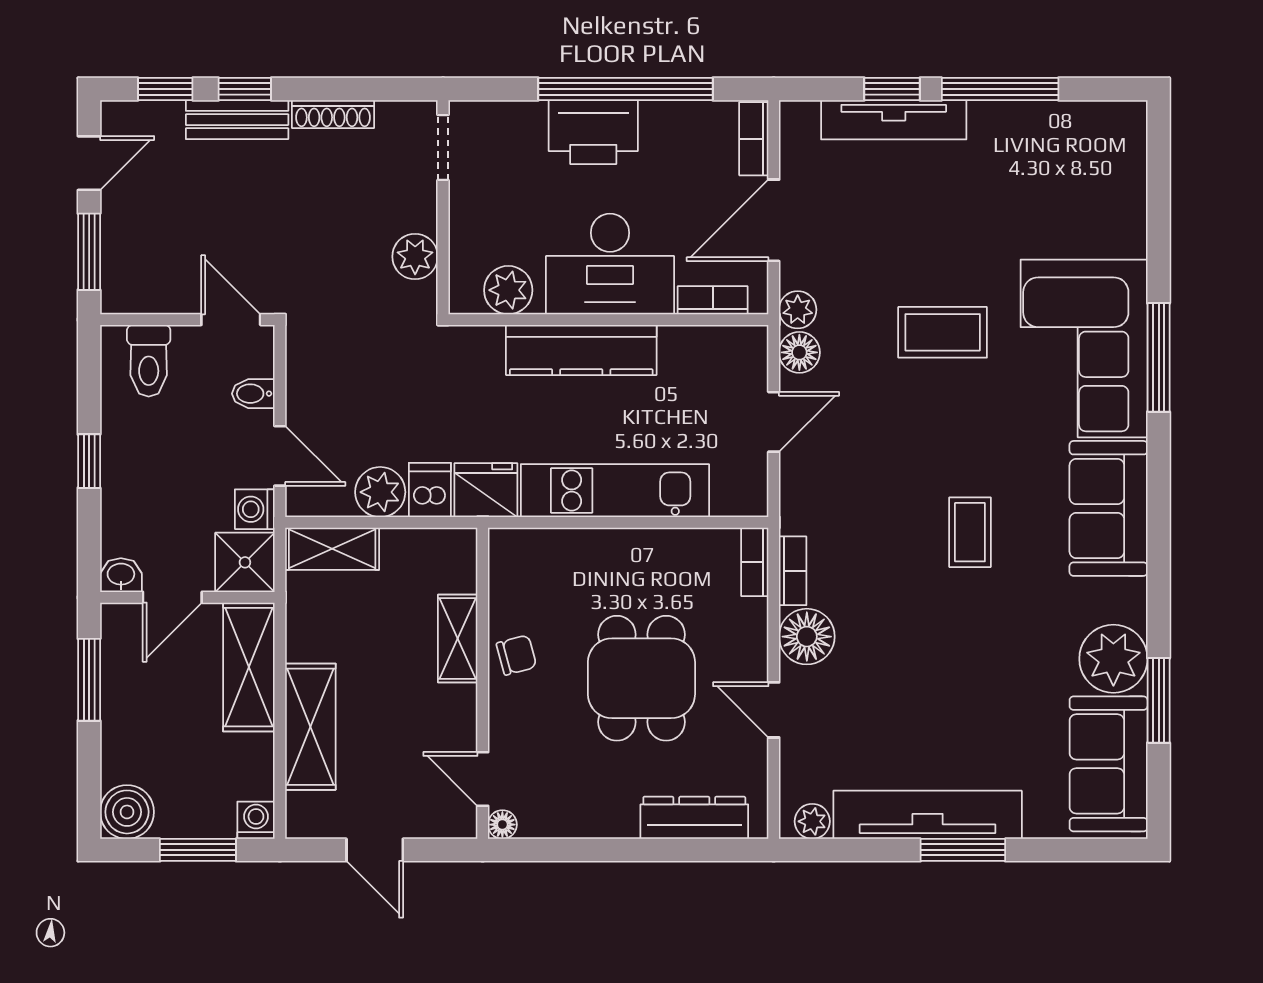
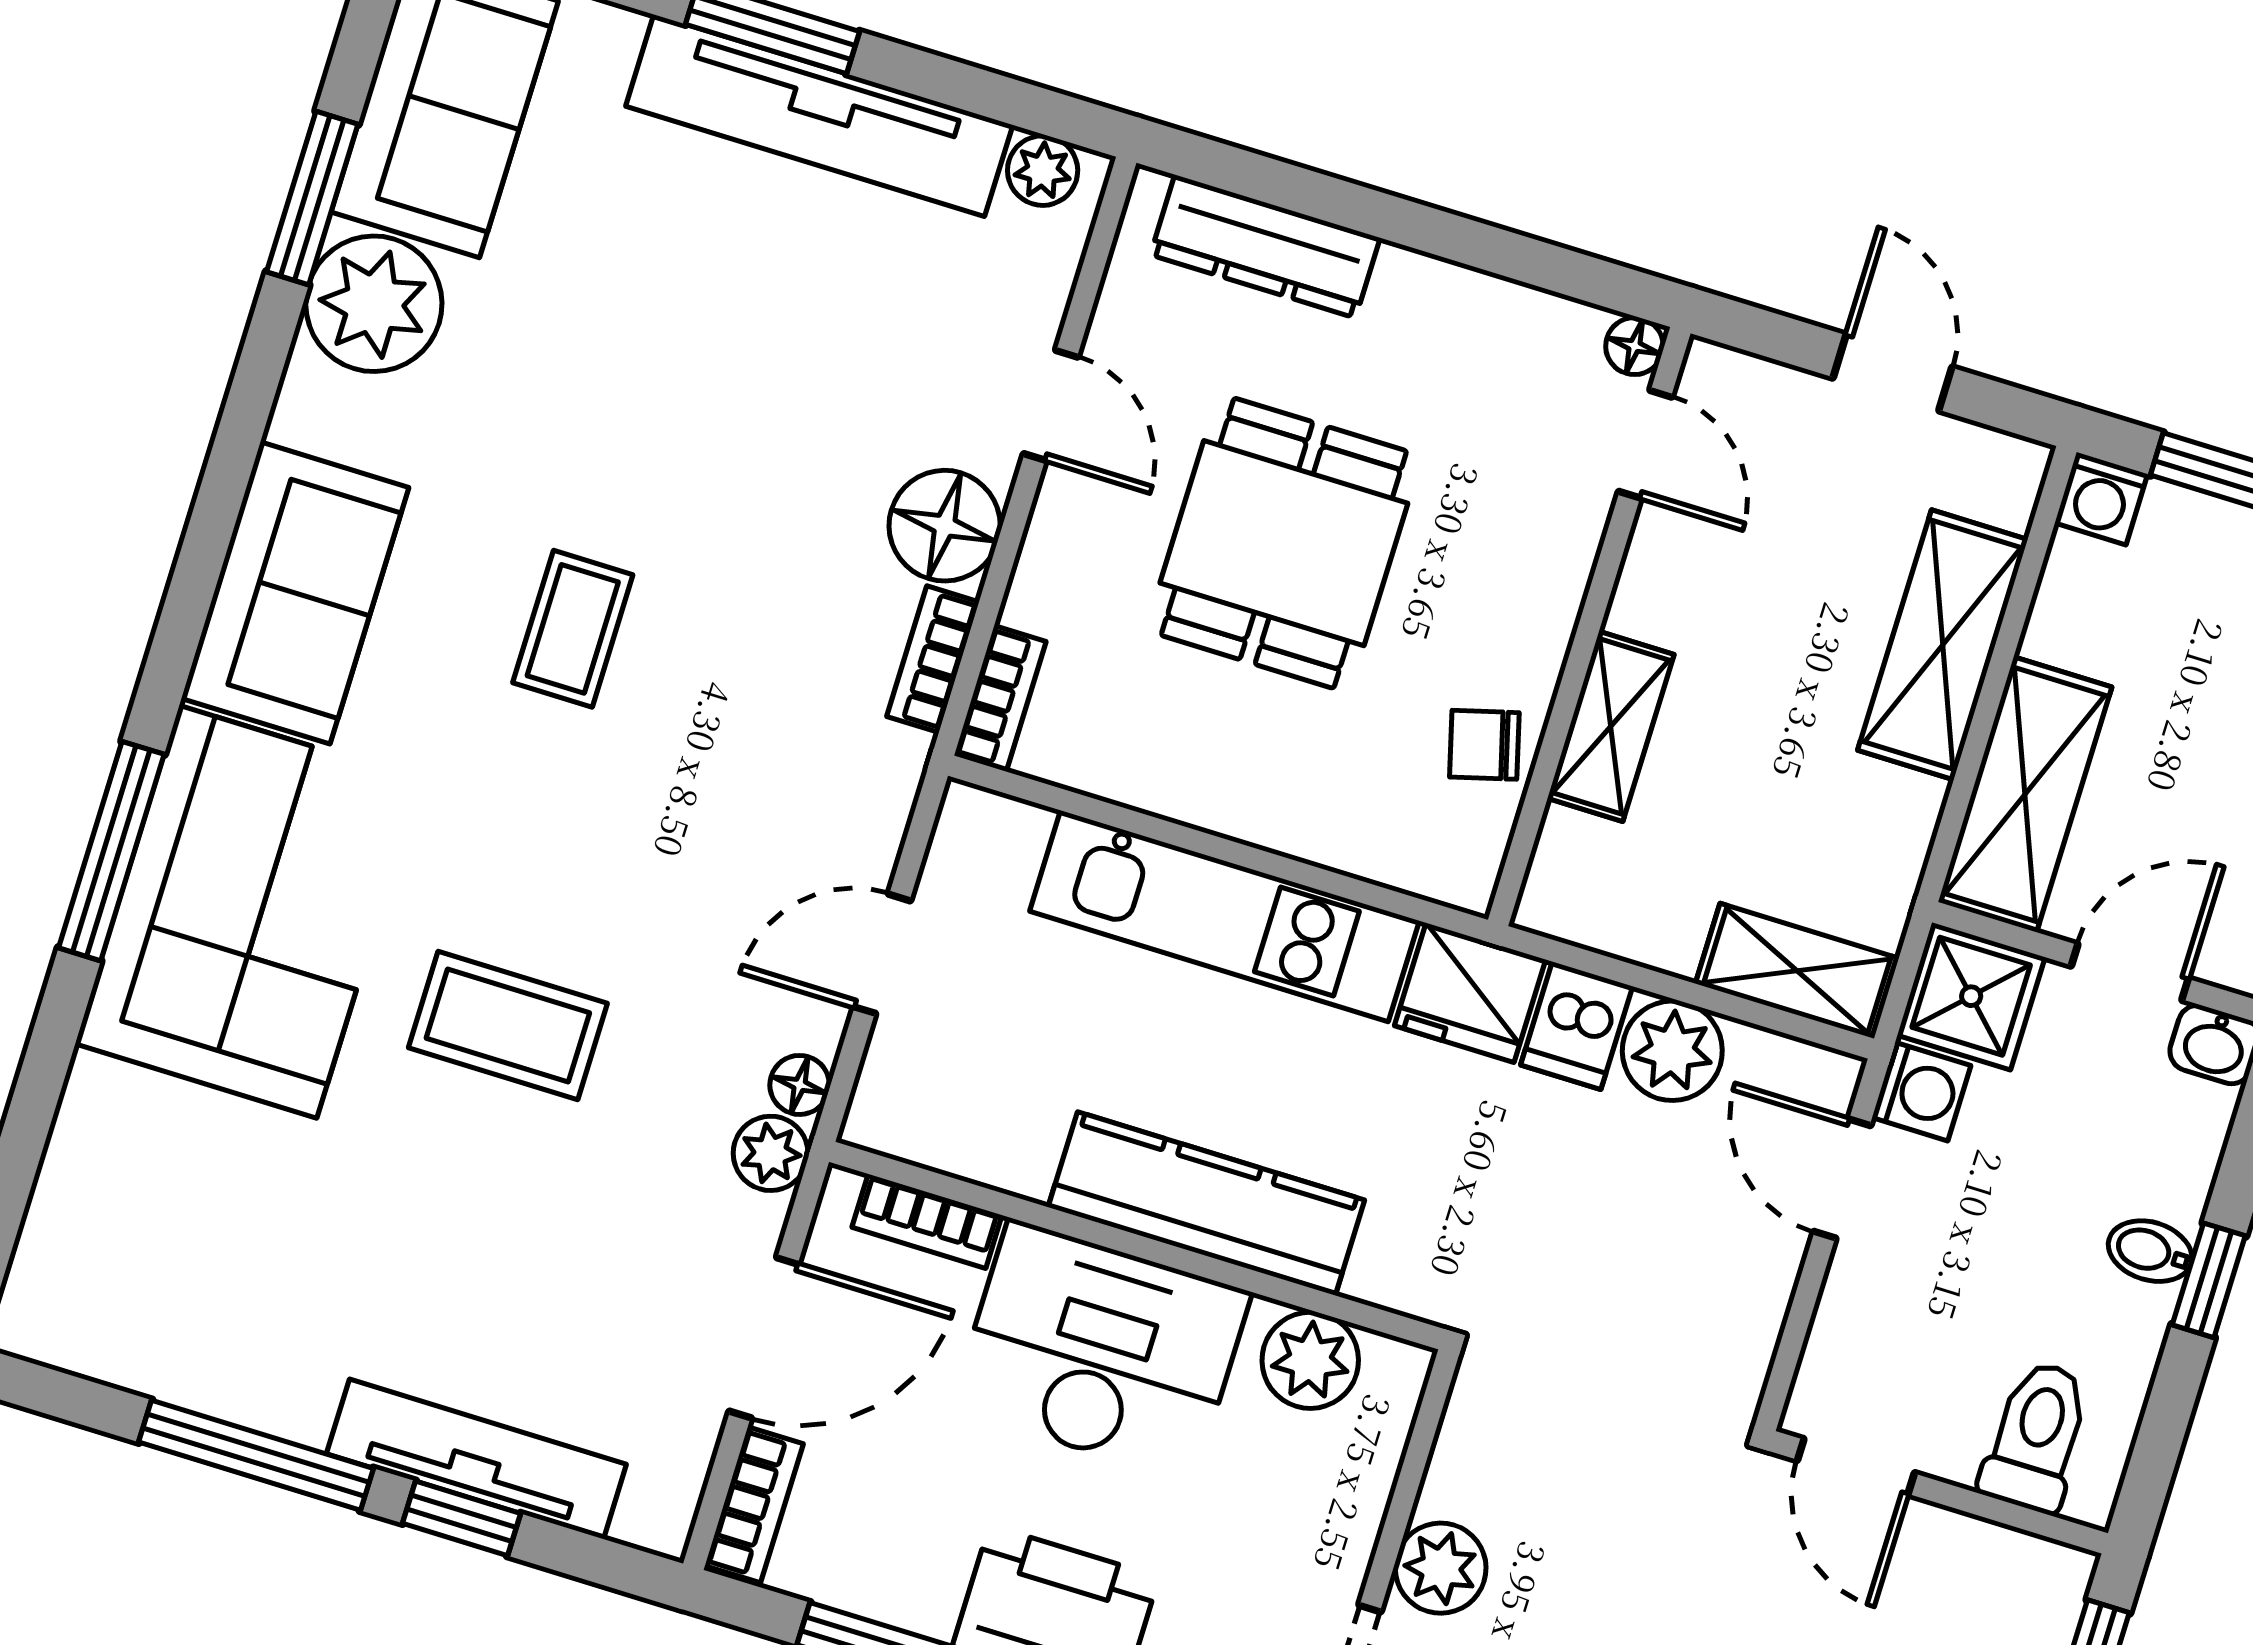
plant: (415, 257) -> (1441, 1568), moved
floor lamp: (799, 352) -> (800, 1085), width x0.73, depth x0.73
bidet: (253, 394) -> (2150, 1251), moved, turned 180
chair: (516, 655) -> (1484, 745), moved

